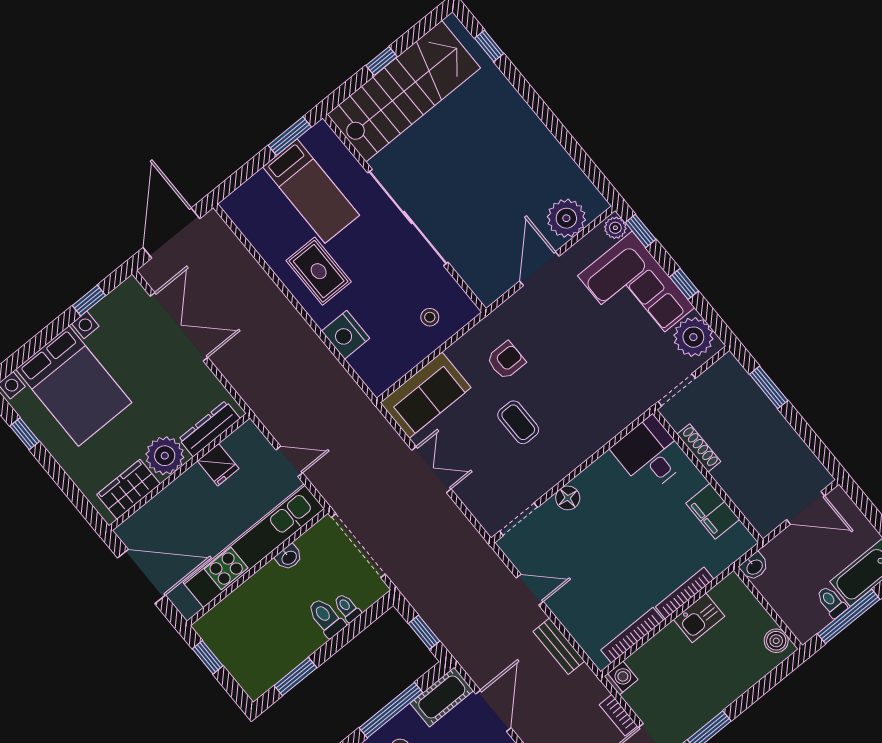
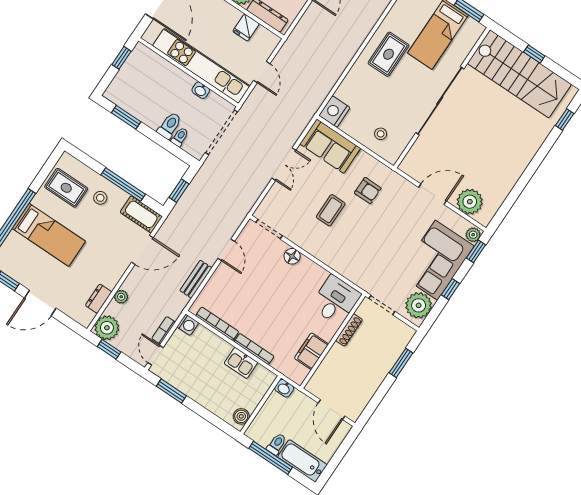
nightstand: (346, 335) -> (334, 112), moved

